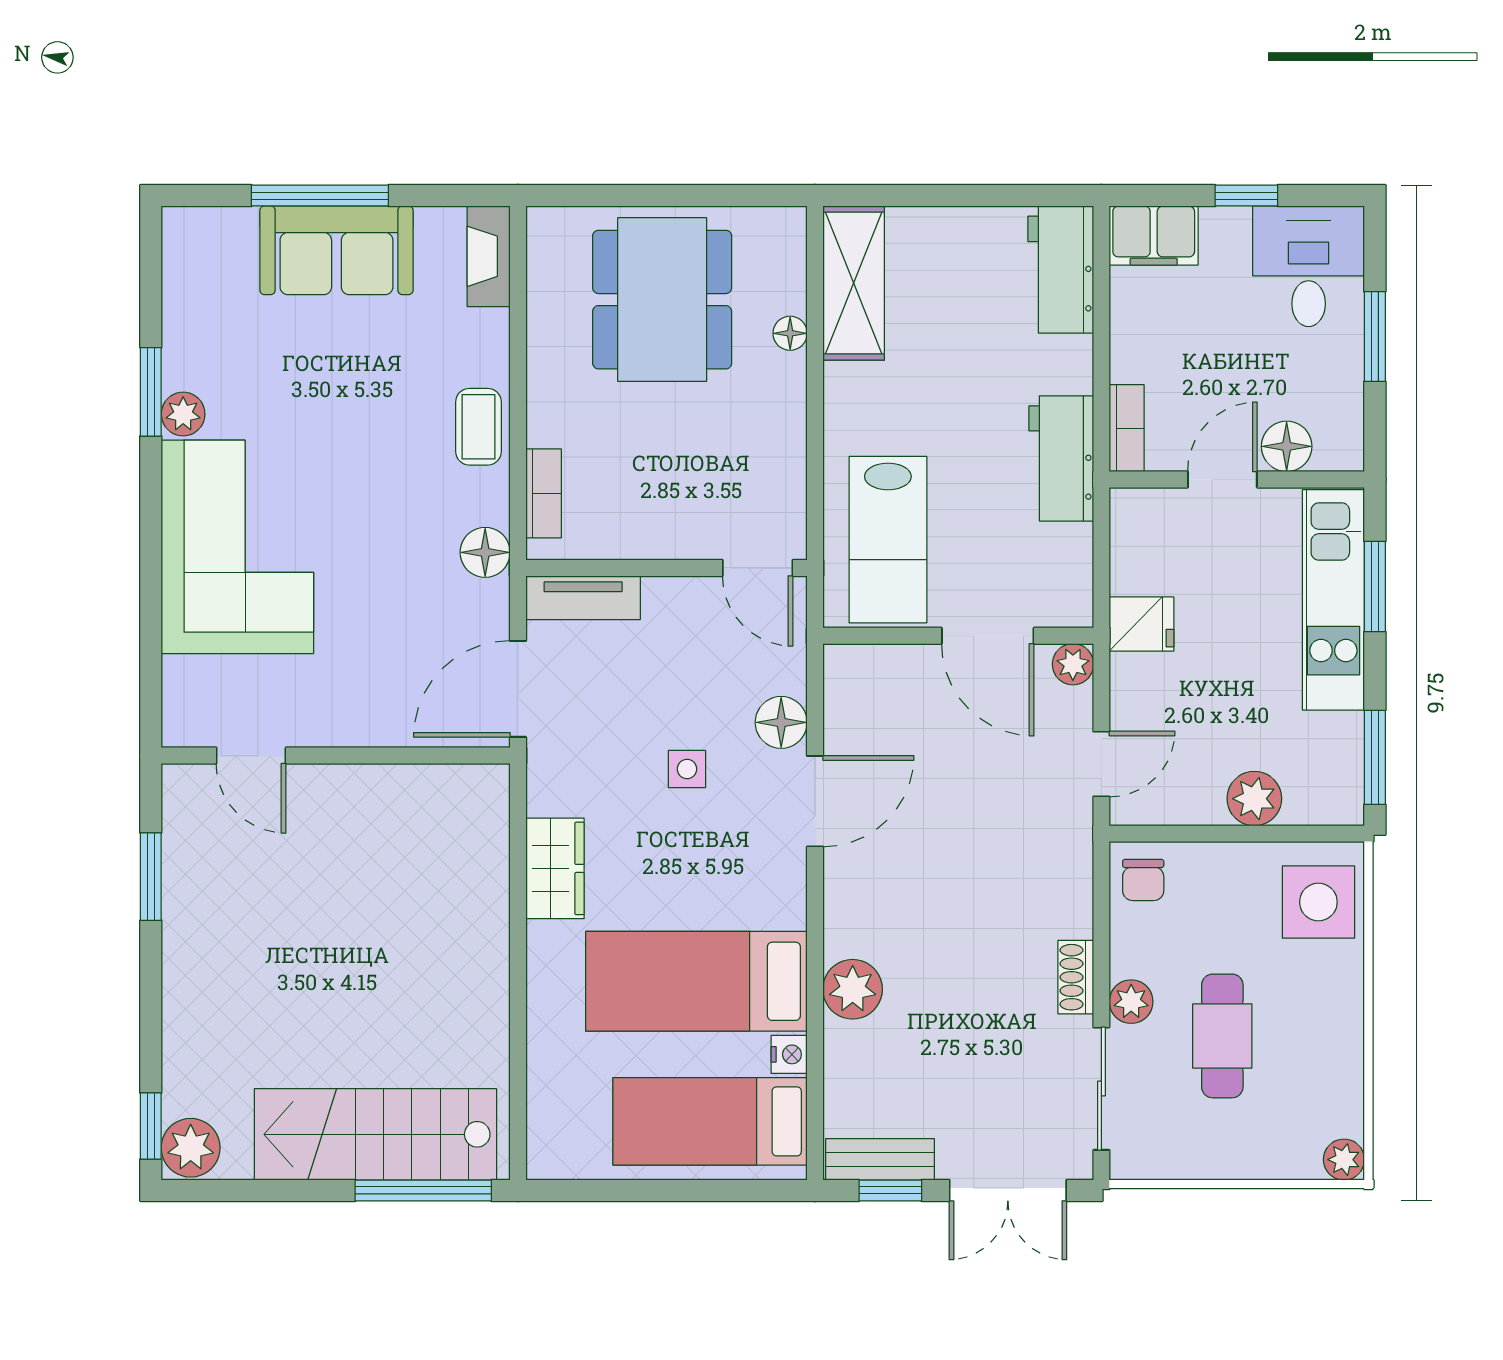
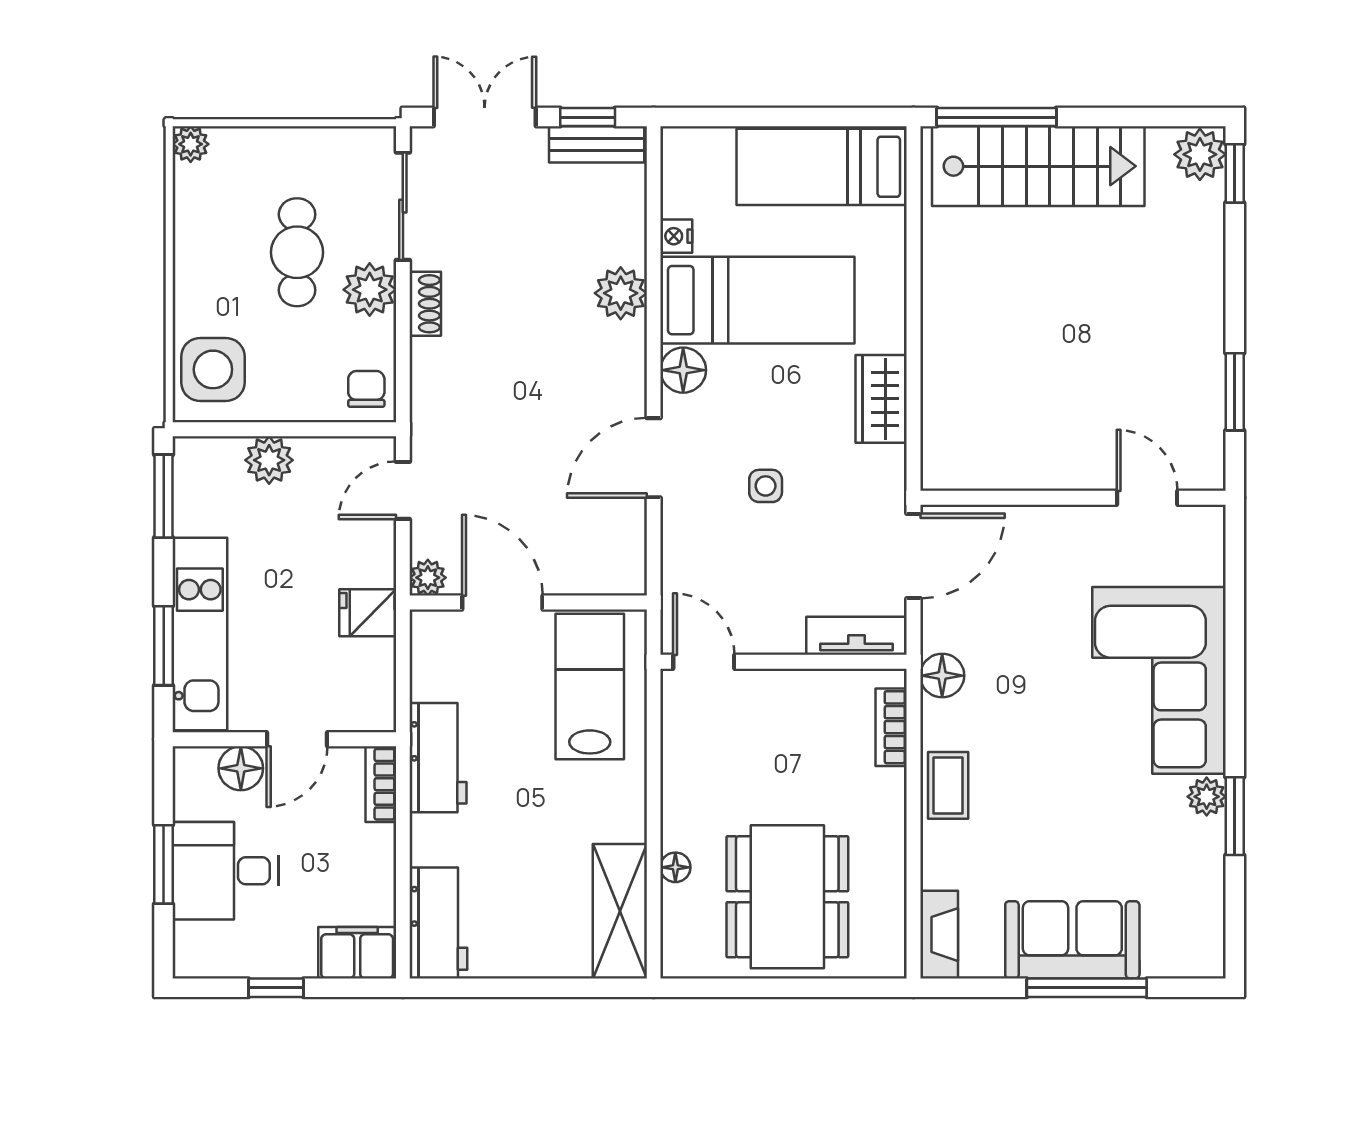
desk: (1309, 266) -> (225, 871), moved, turned 90
floor lamp: (781, 722) -> (683, 370), moved
plant: (1131, 1002) -> (370, 290), width x1.38, depth x1.38
bed: (710, 1121) -> (822, 167), moved, turned 180

